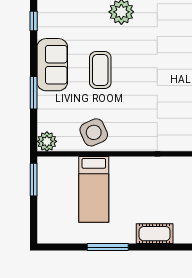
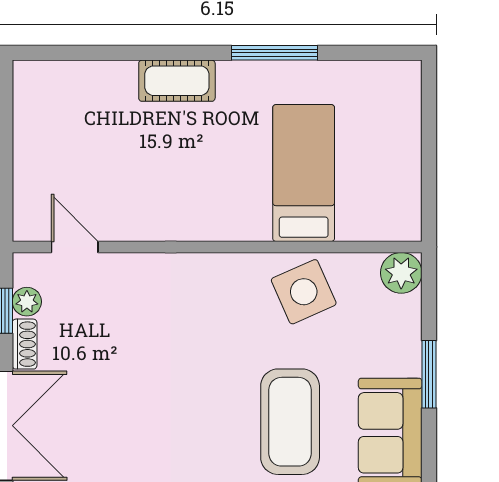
coffee table: (100, 70) -> (290, 422), width x1.36, depth x1.32
window: (34, 180) -> (429, 193), removed

